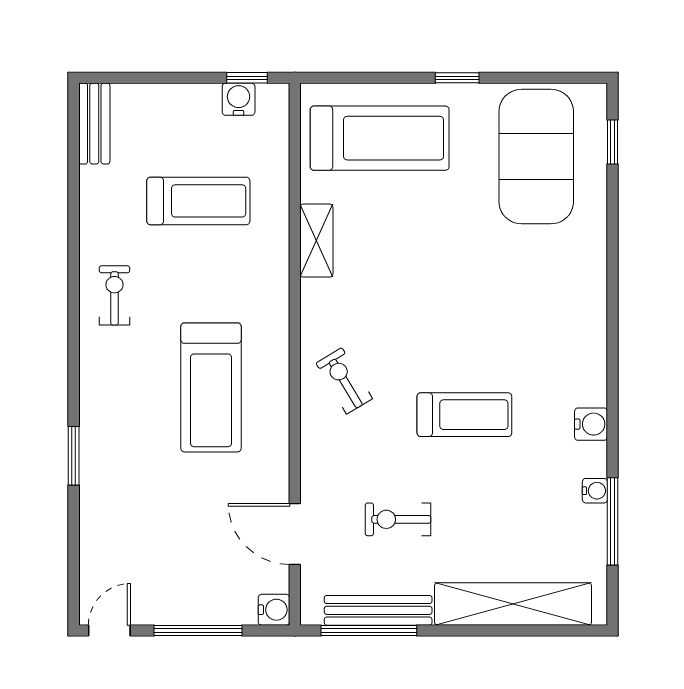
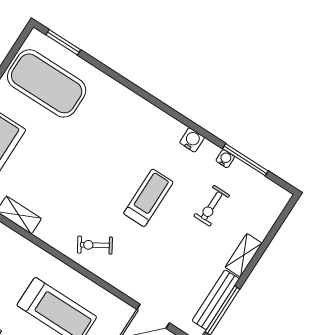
window: (613, 142) -> (63, 42), width x1.50
exercise bike: (398, 519) -> (212, 206), moved
shelving: (513, 604) -> (244, 255), width x0.45, depth x0.75

